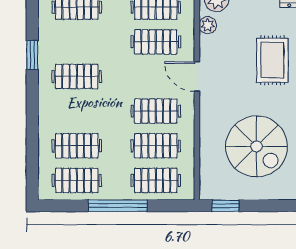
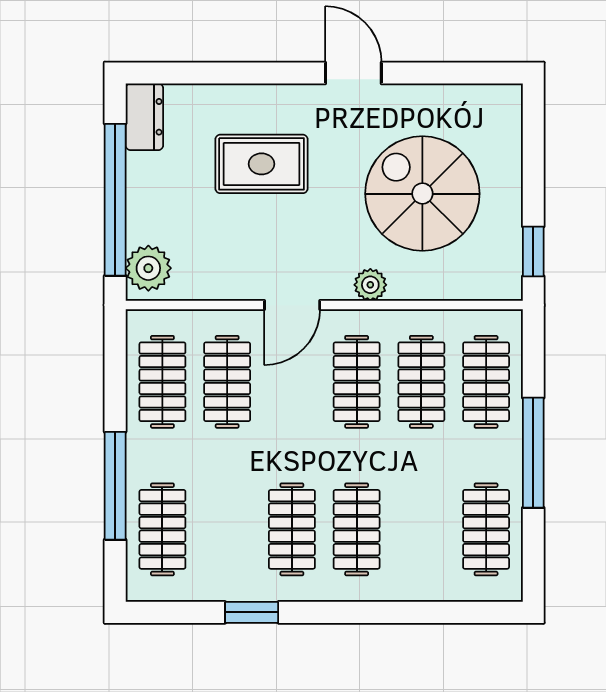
plant: (208, 25) -> (370, 285), moved
clothes rail: (77, 146) -> (357, 529), moved
spiral stairs: (257, 146) -> (422, 194), turned -90

